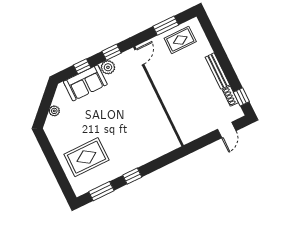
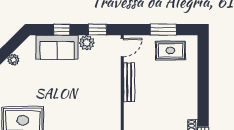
bench: (218, 71) -> (129, 82), moved

